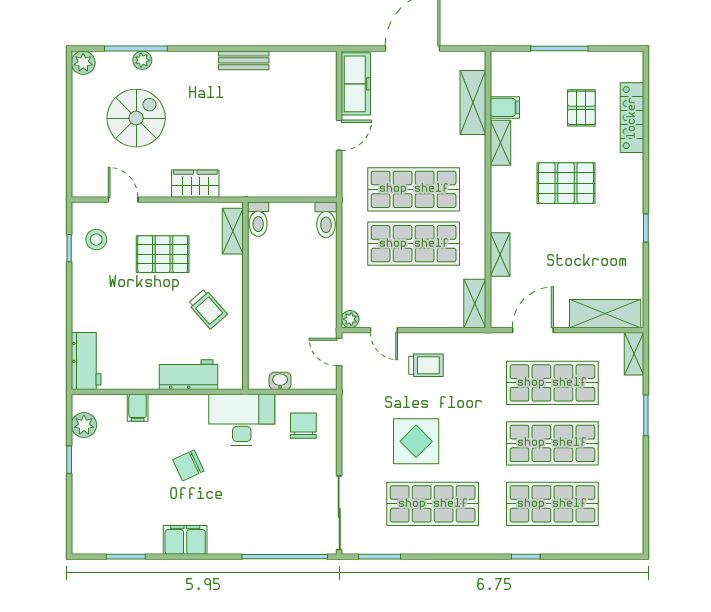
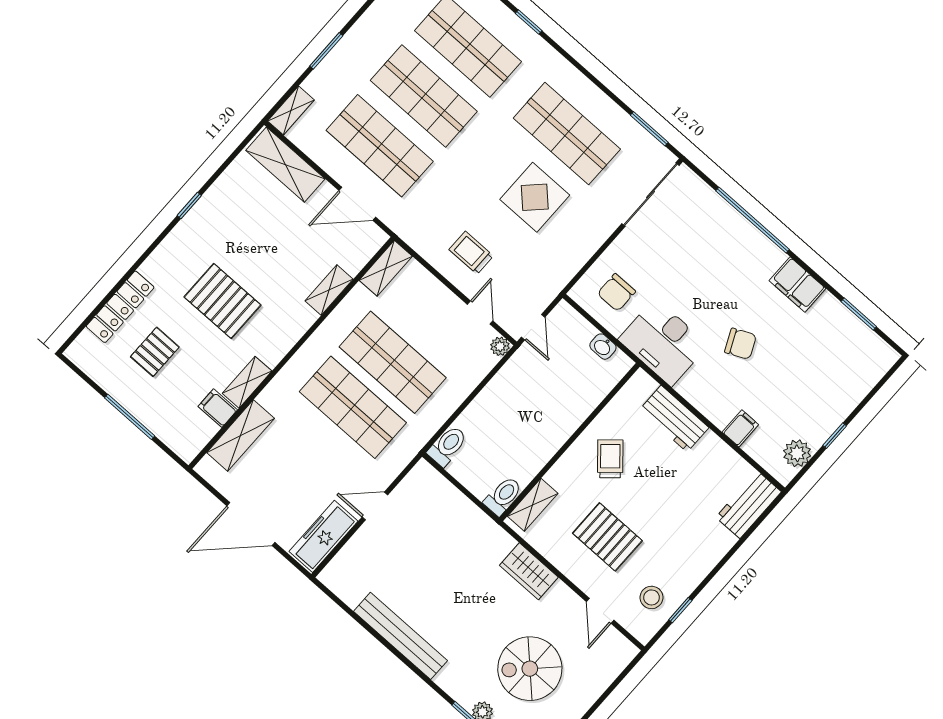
bench: (244, 60) -> (400, 636), width x1.86, depth x1.21
window: (285, 557) -> (753, 220), moved

